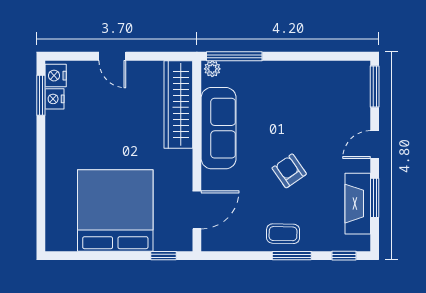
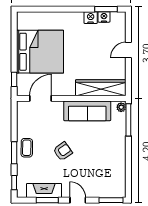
nightstand: (56, 76) -> (91, 18), moved
door: (197, 210) -> (40, 98), swing flipped

